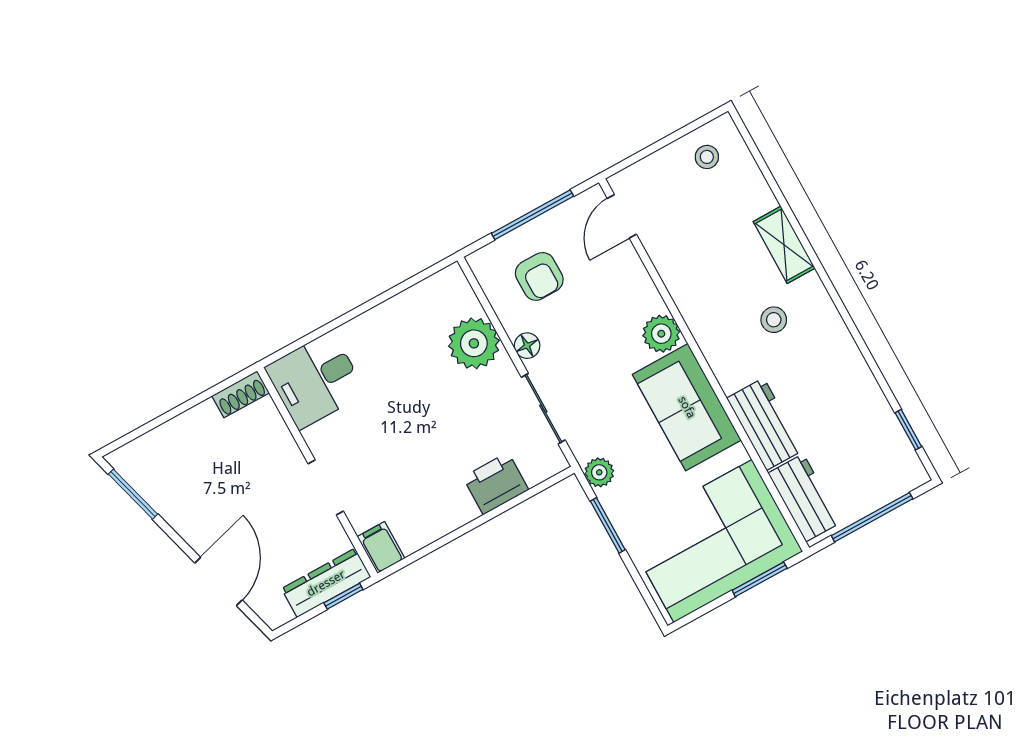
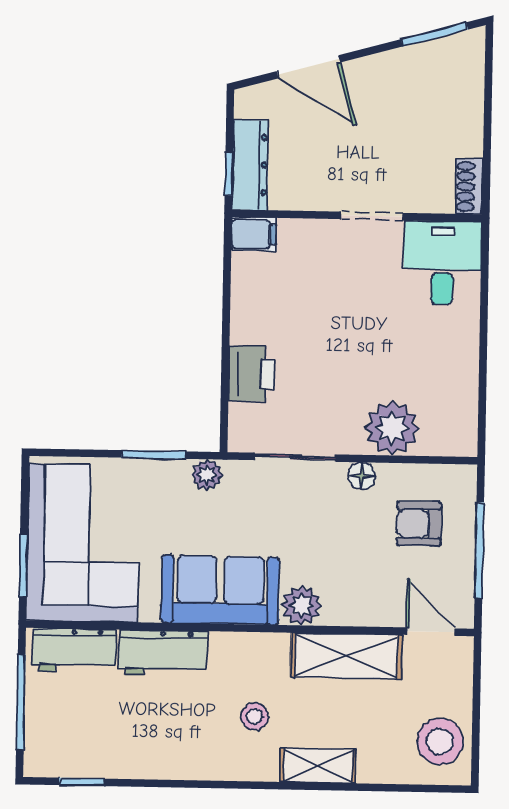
stool: (707, 157) -> (440, 741), width x1.89, depth x1.89
shelving: (681, 273) -> (346, 656), added
doorway: (326, 487) -> (372, 216), moved

